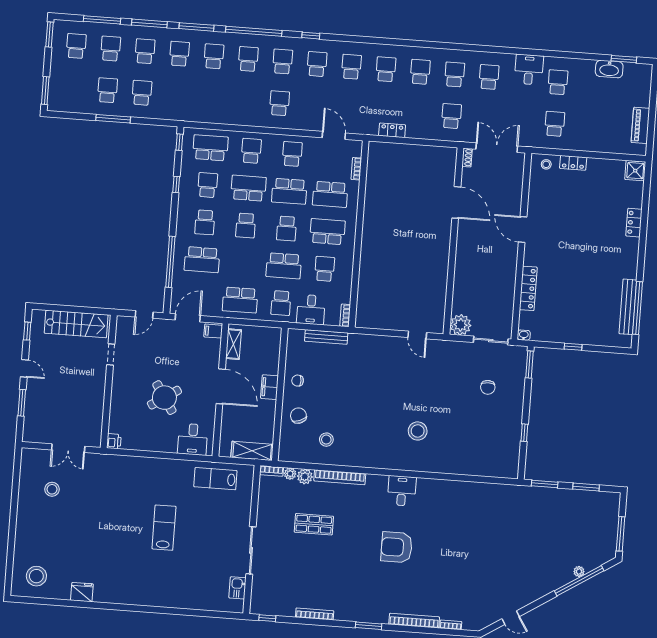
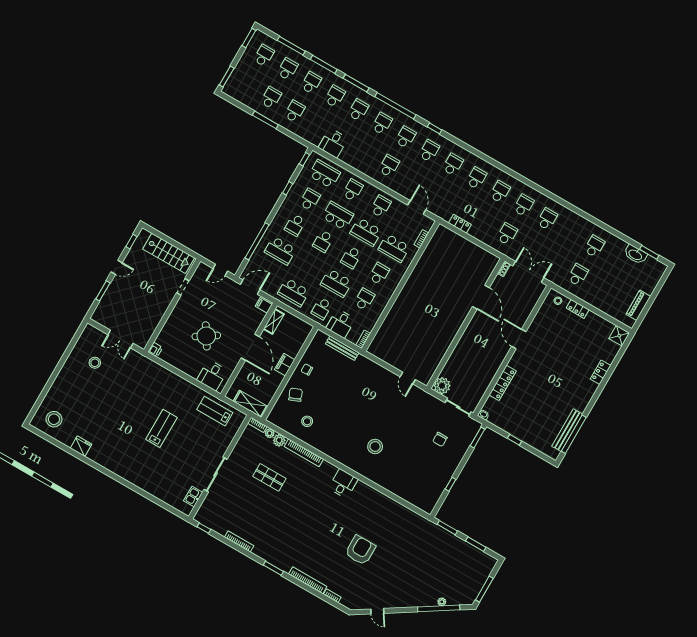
desk: (529, 70) -> (333, 143), moved, turned 180
school desk: (327, 232) -> (379, 274), width x0.54
door: (24, 368) -> (117, 267), hinge flipped
armchair: (397, 547) -> (360, 550), moved, turned 90

